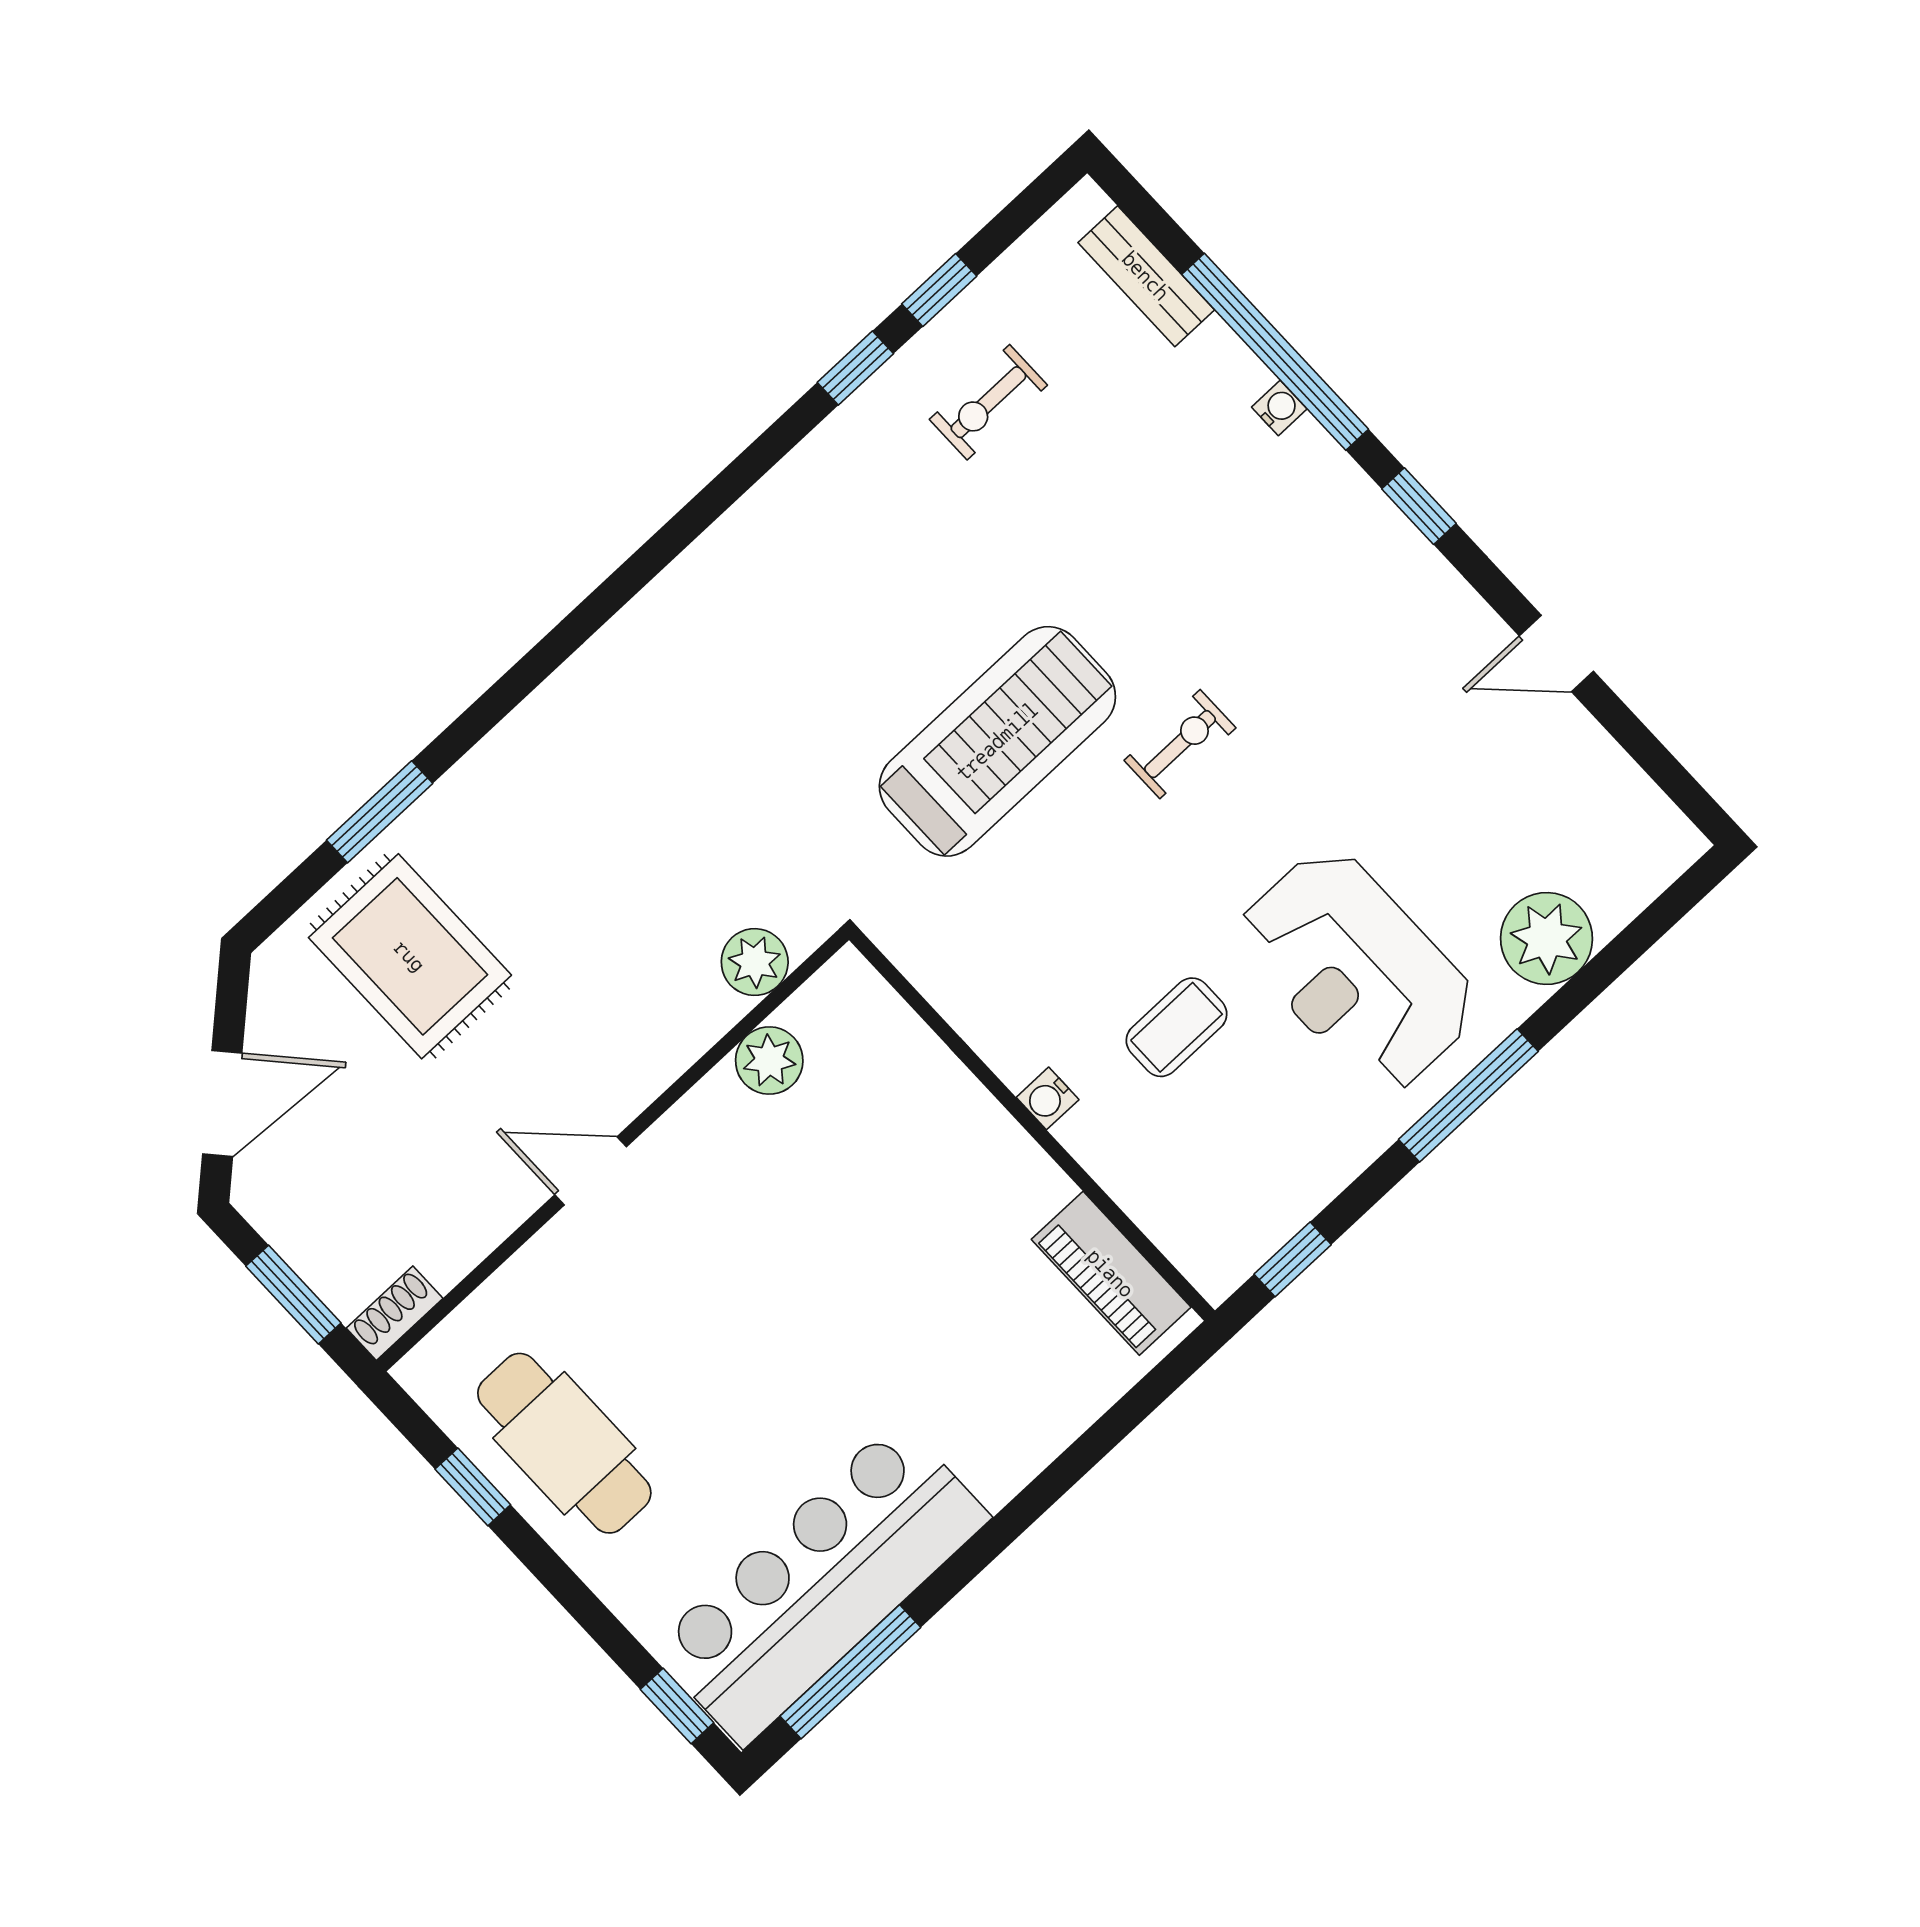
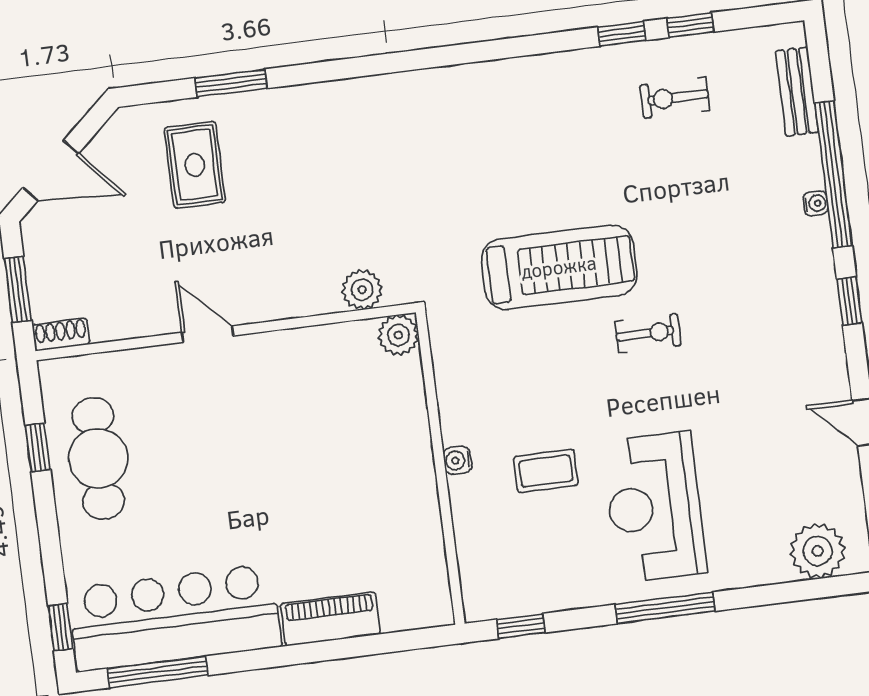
plant: (1547, 938) -> (818, 551), moved
rug: (410, 956) -> (195, 165), width x0.73, depth x0.70
plant: (769, 1061) -> (398, 335), moved
piano: (1111, 1273) -> (330, 619), moved, turned 90

